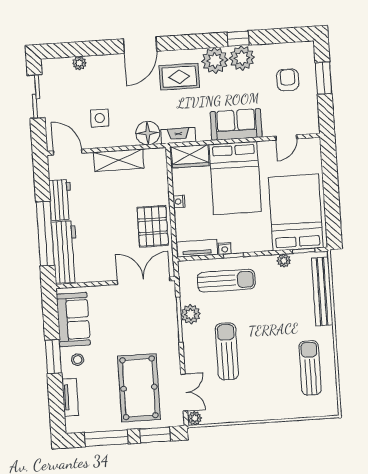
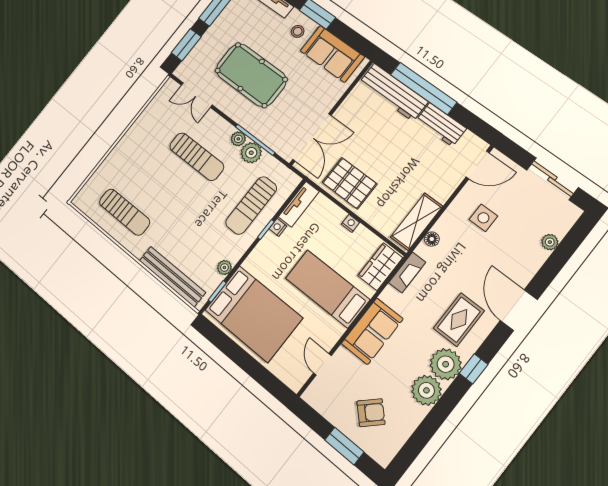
window: (238, 39) -> (474, 369), moved
armchair: (288, 80) -> (371, 413), turned -45
floor lamp: (148, 133) -> (432, 239), width x0.53, depth x0.53
shelving: (119, 160) -> (417, 222), moved
bed: (235, 178) -> (327, 289), width x0.67
pool table: (139, 388) -> (251, 75), moved
plant: (195, 418) -> (238, 139), moved

